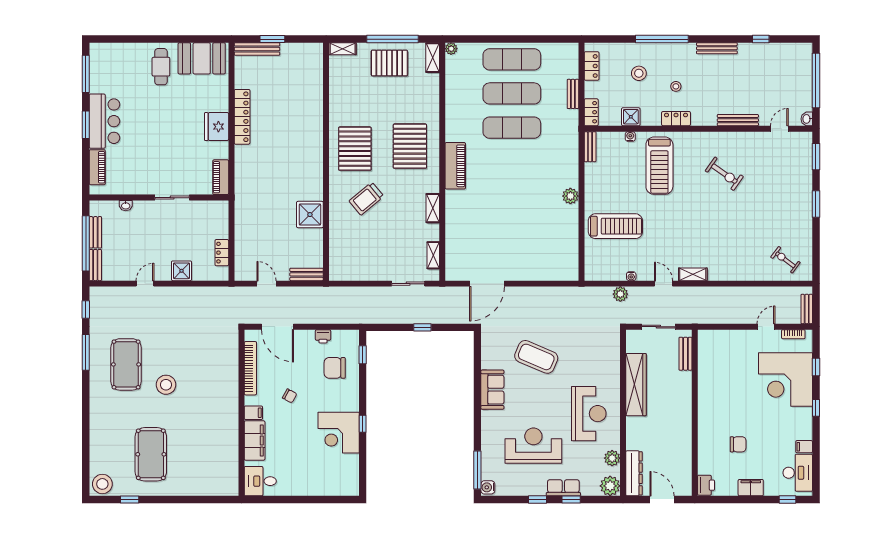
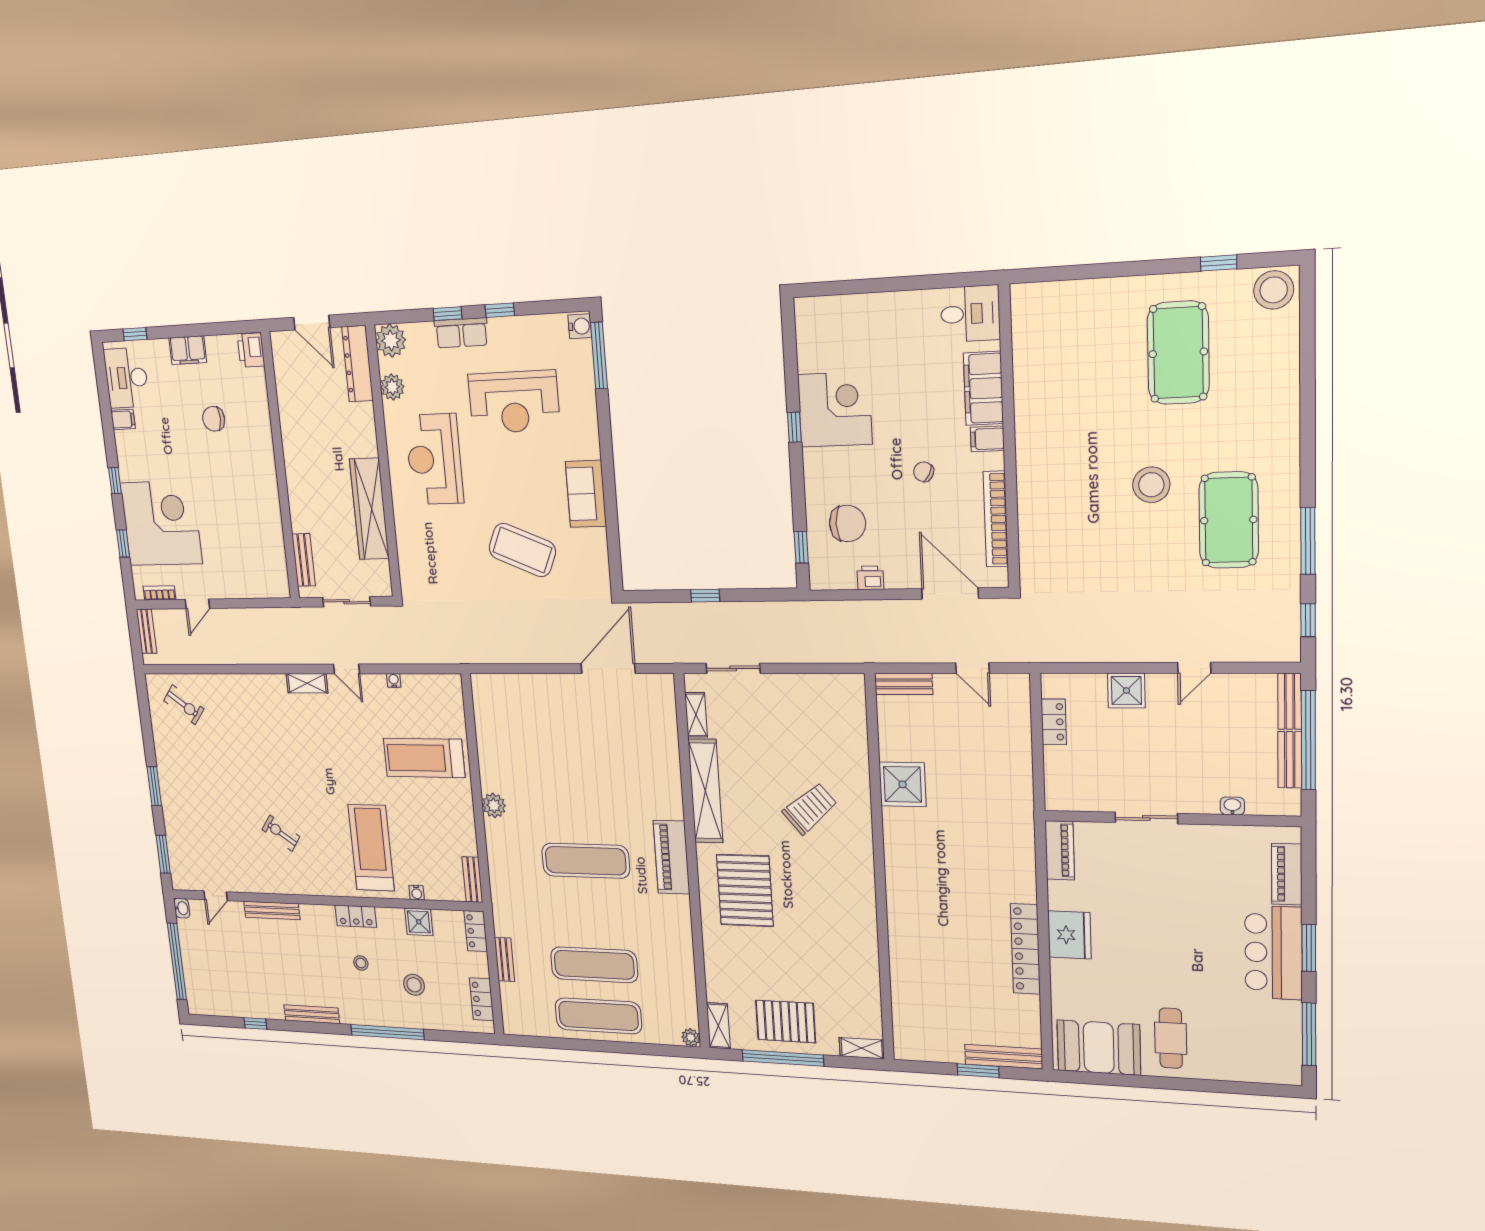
exercise mat: (512, 128) -> (586, 861), moved
pallet: (355, 149) -> (833, 890), removed
exercise bike: (724, 174) -> (281, 833), width x0.73, depth x0.72
shelving: (433, 208) -> (705, 791), width x2.20, depth x1.33
plant: (620, 294) -> (407, 653), removed

